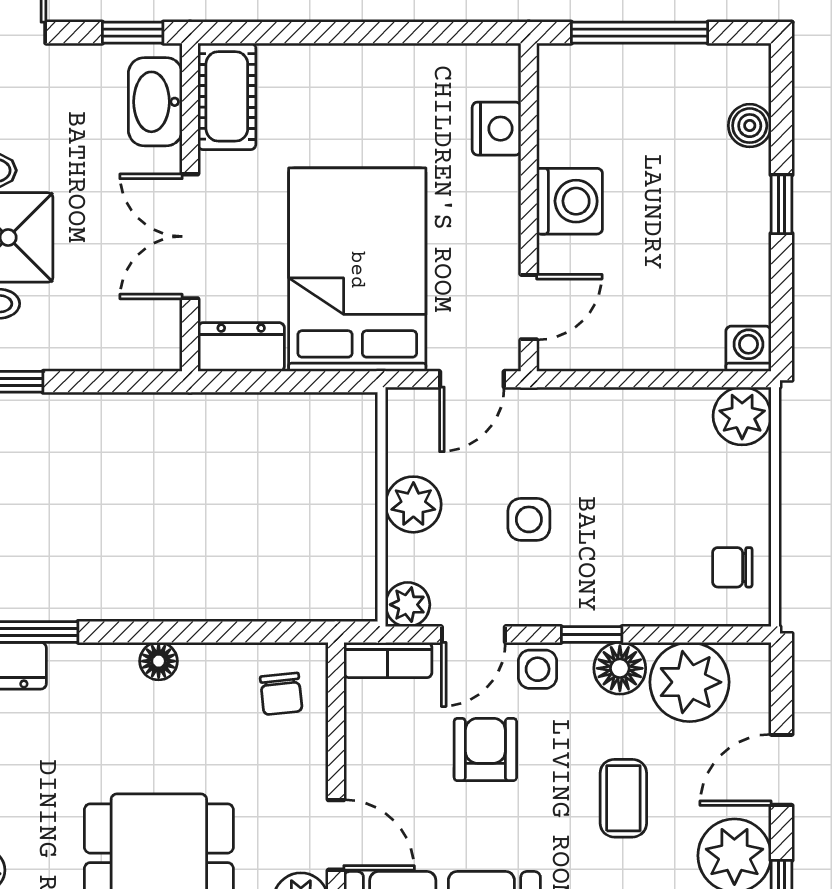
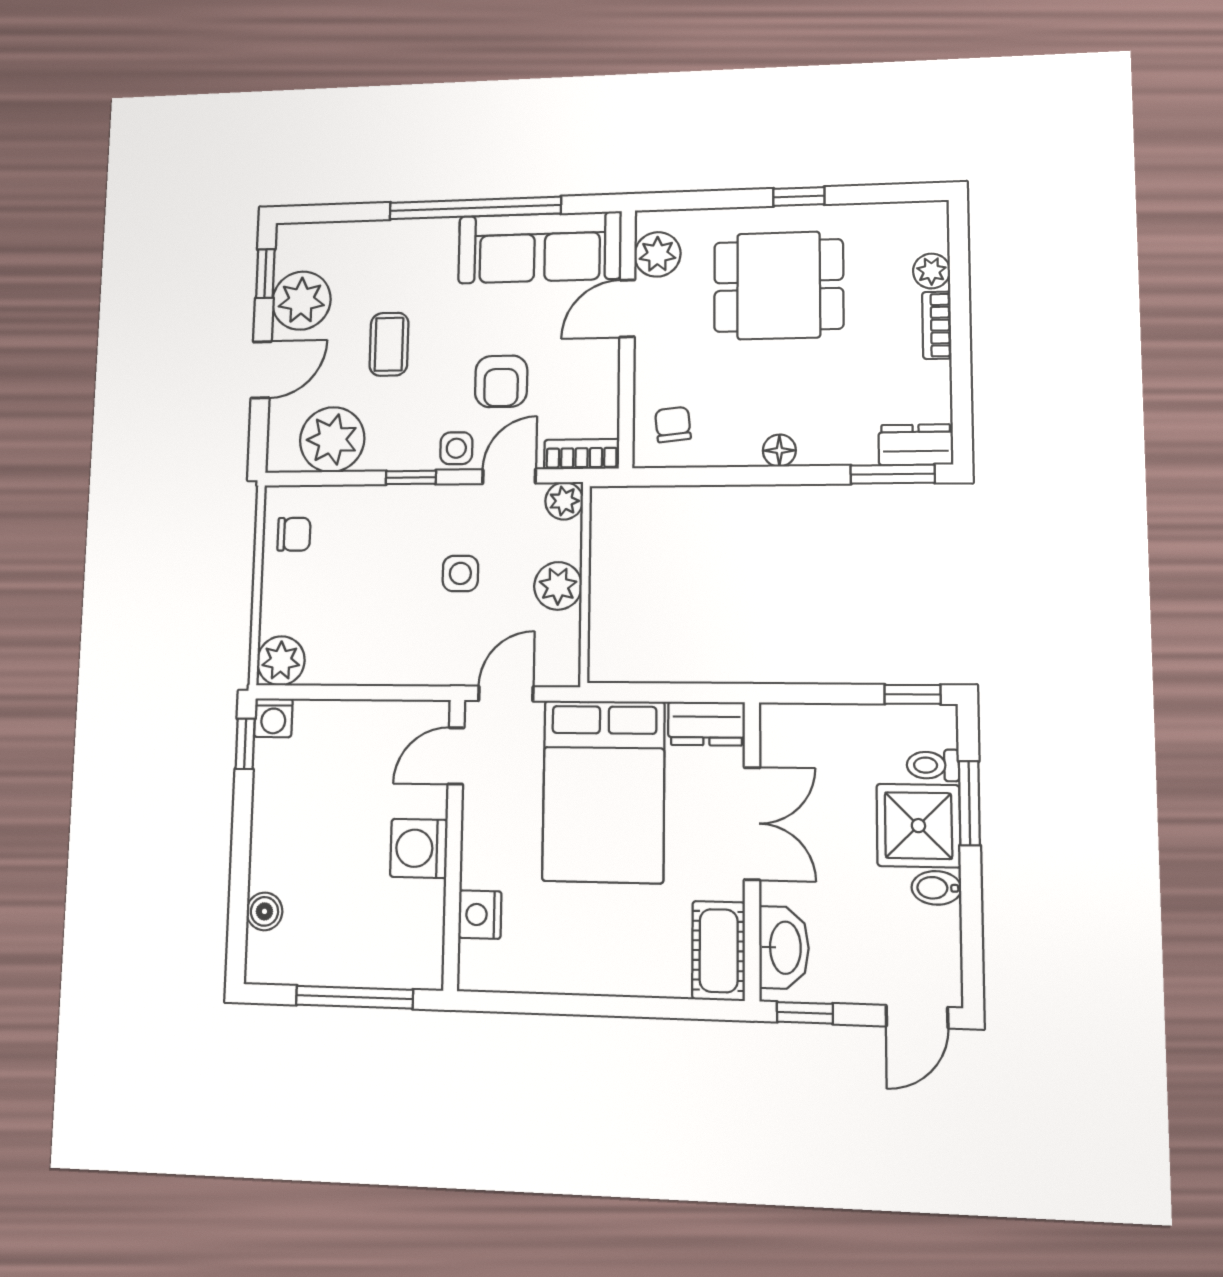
window: (782, 204) -> (245, 744), moved
floor lamp: (620, 668) -> (389, 450), removed
door: (336, 835) -> (627, 308), hinge flipped

